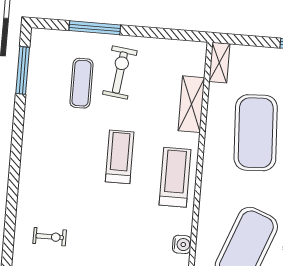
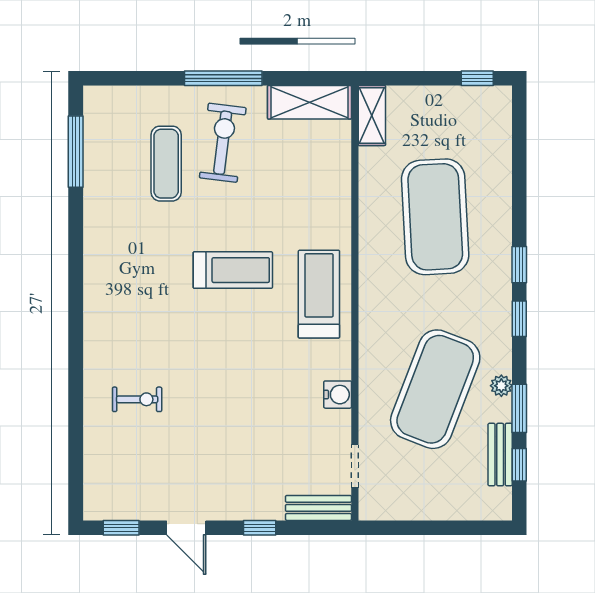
window: (95, 28) -> (223, 78), moved
shelving: (191, 104) -> (309, 102), moved, turned 90
treadmill: (120, 157) -> (233, 270), turned 90

